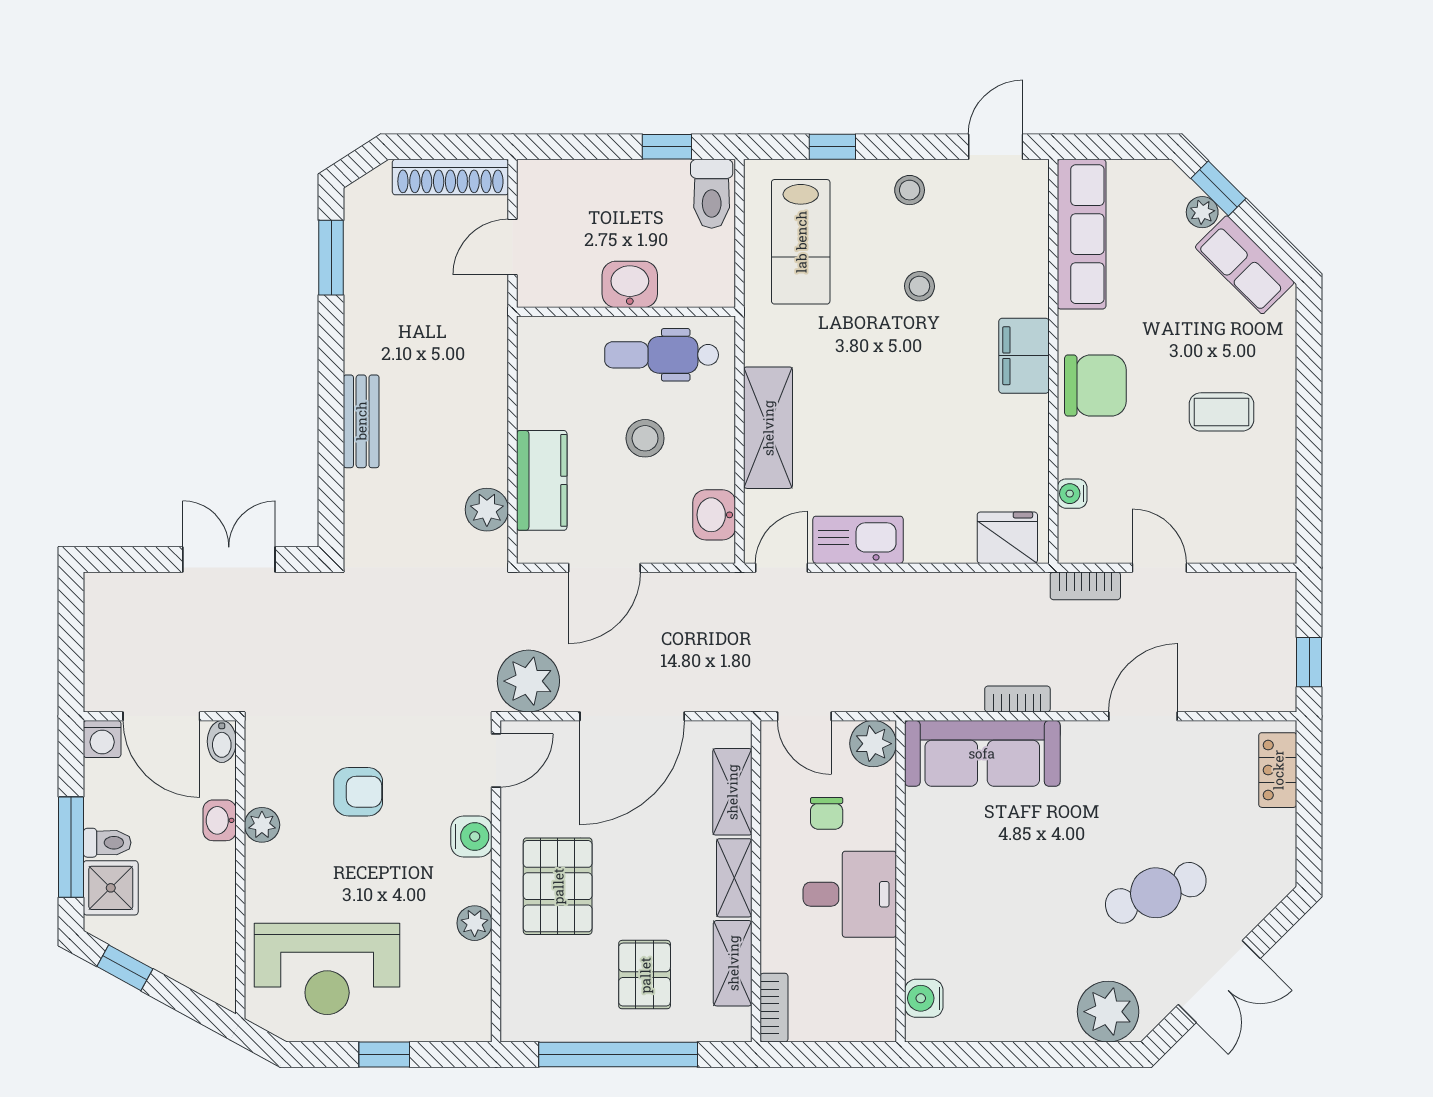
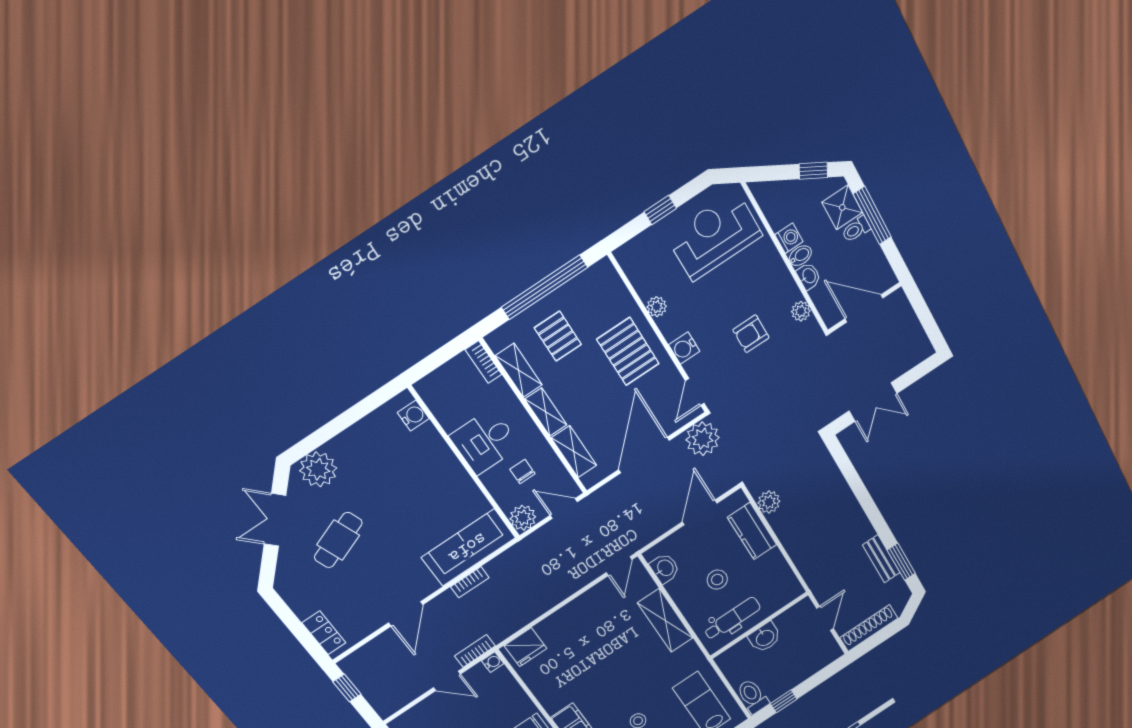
bench: (361, 421) -> (881, 559), moved
water cooler: (1072, 494) -> (493, 662), moved
kitchen sink: (858, 540) -> (593, 601), removed
washing machine: (102, 739) -> (789, 238), moved, turned 90
bidet: (222, 741) -> (800, 256), moved, turned 90
plant: (262, 825) -> (801, 311), moved

